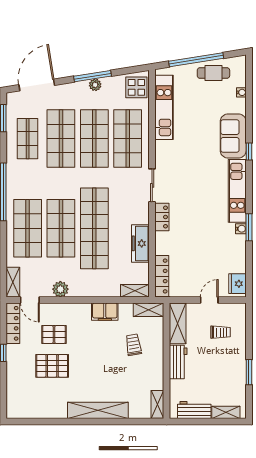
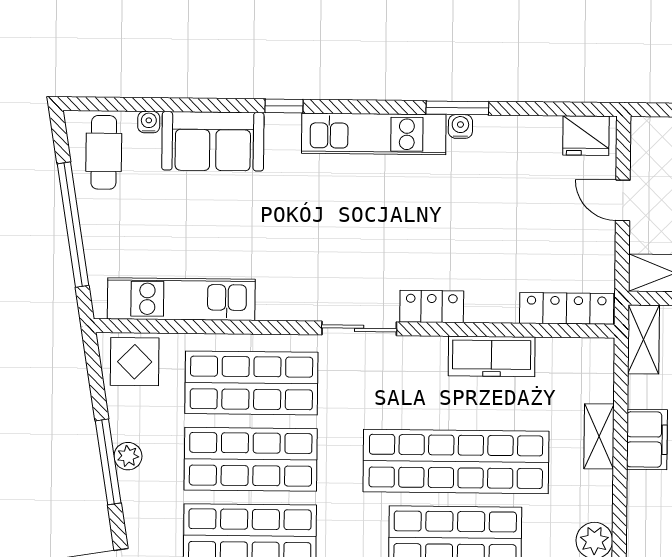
cafe table: (213, 73) -> (104, 152), moved
sofa: (233, 136) -> (213, 141), moved
shelving: (135, 291) -> (599, 436), moved

